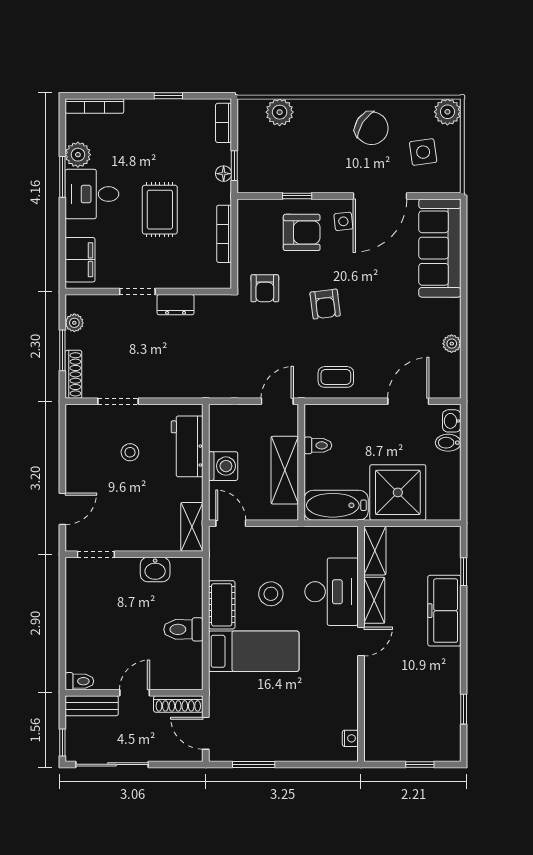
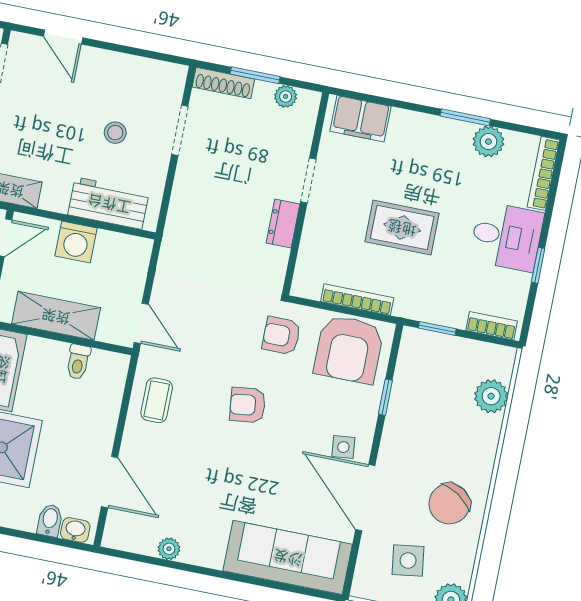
floor lamp: (224, 174) -> (430, 313), removed
desk: (92, 194) -> (507, 237), moved, turned 90
armchair: (302, 232) -> (349, 349), moved, width x1.36, depth x1.36

